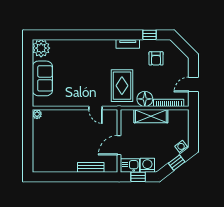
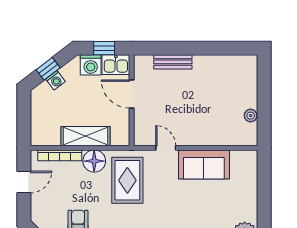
sofa: (42, 78) -> (204, 164), moved, turned -90
plant: (37, 114) -> (251, 116), moved
door: (119, 145) -> (132, 94), swing flipped
washing machine: (182, 147) -> (55, 80), moved

